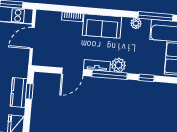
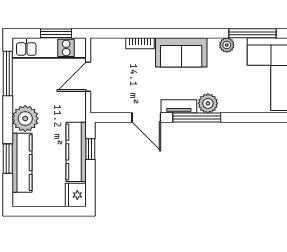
door: (72, 72) -> (146, 118), hinge flipped
window: (146, 78) -> (247, 118), removed
kitchen counter: (19, 93) -> (76, 152), width x1.50

